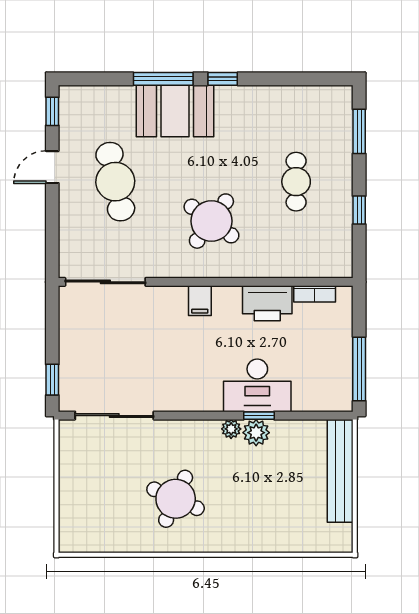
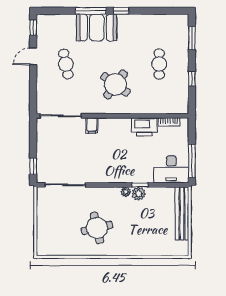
cafe table: (115, 182) -> (66, 64), width x0.73, depth x0.74
filing cabinet: (200, 301) -> (92, 126), moved
desk: (257, 385) -> (171, 169), moved
round table: (176, 499) -> (97, 228), turned -37

